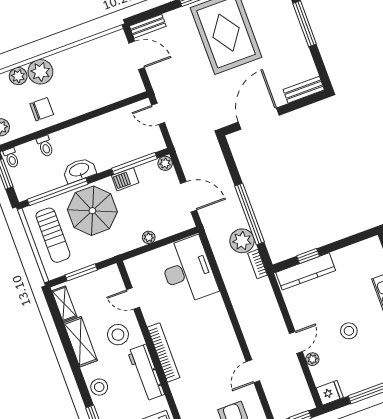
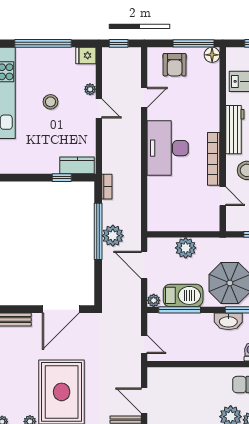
barbecue: (125, 179) -> (183, 295), width x1.88, depth x1.53
plant: (149, 237) -> (186, 248), width x1.87, depth x1.87
plant: (242, 241) -> (113, 236), moved
desk: (188, 270) -> (168, 148), moved
kitchen counter: (306, 271) -> (77, 165), width x0.67
door: (296, 343) -> (99, 108), swing flipped
bookcase: (164, 352) -> (214, 159), moved

